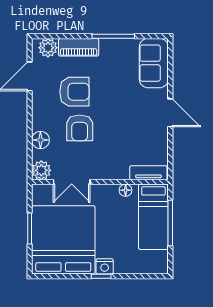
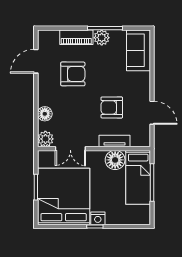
plant: (48, 48) -> (102, 38), moved
door: (170, 113) -> (152, 113), moved
armchair: (80, 128) -> (112, 107), moved, turned 90
tv unit: (148, 173) -> (115, 141), moved
floor lamp: (126, 190) -> (115, 160), width x1.89, depth x1.89

